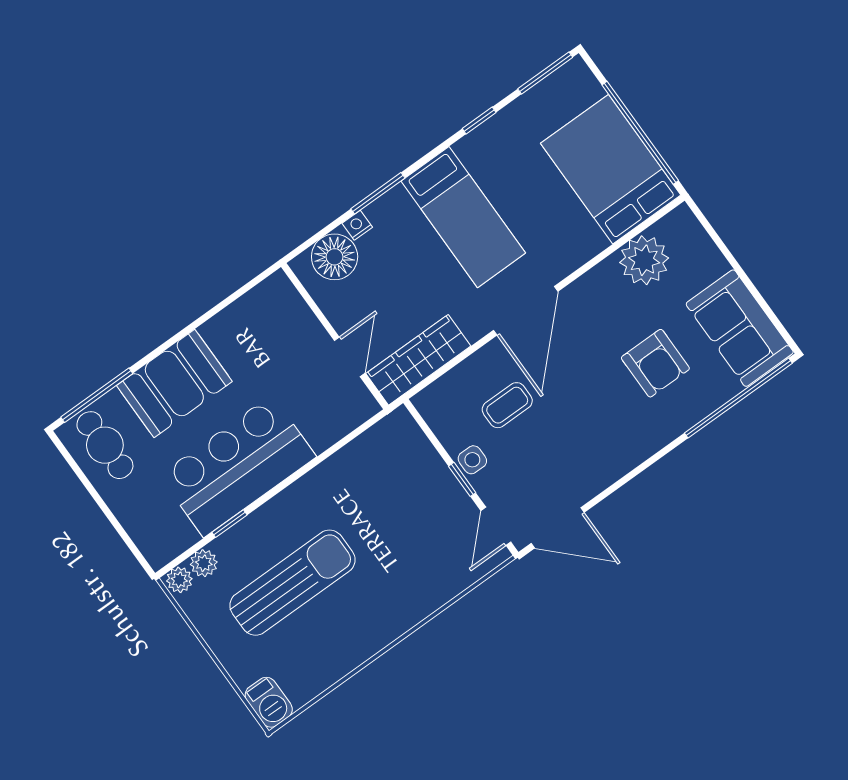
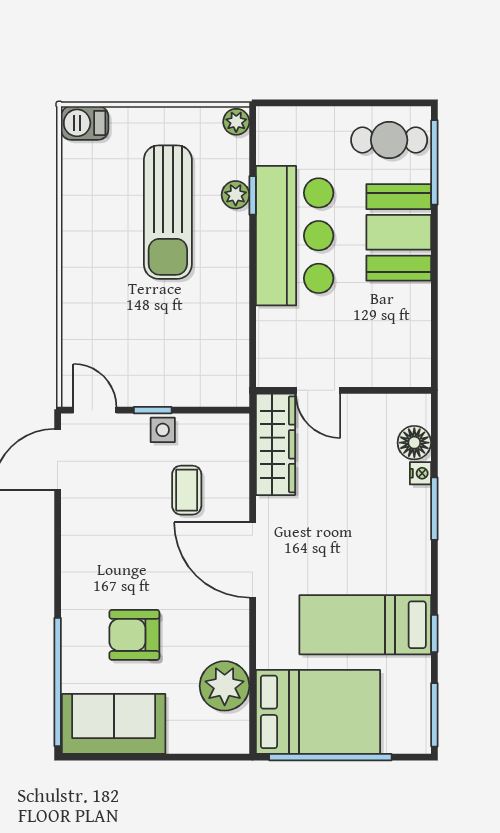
bed: (463, 217) -> (365, 625), moved
floor lamp: (335, 257) -> (414, 443), width x0.73, depth x0.73
plant: (204, 563) -> (236, 195), moved

